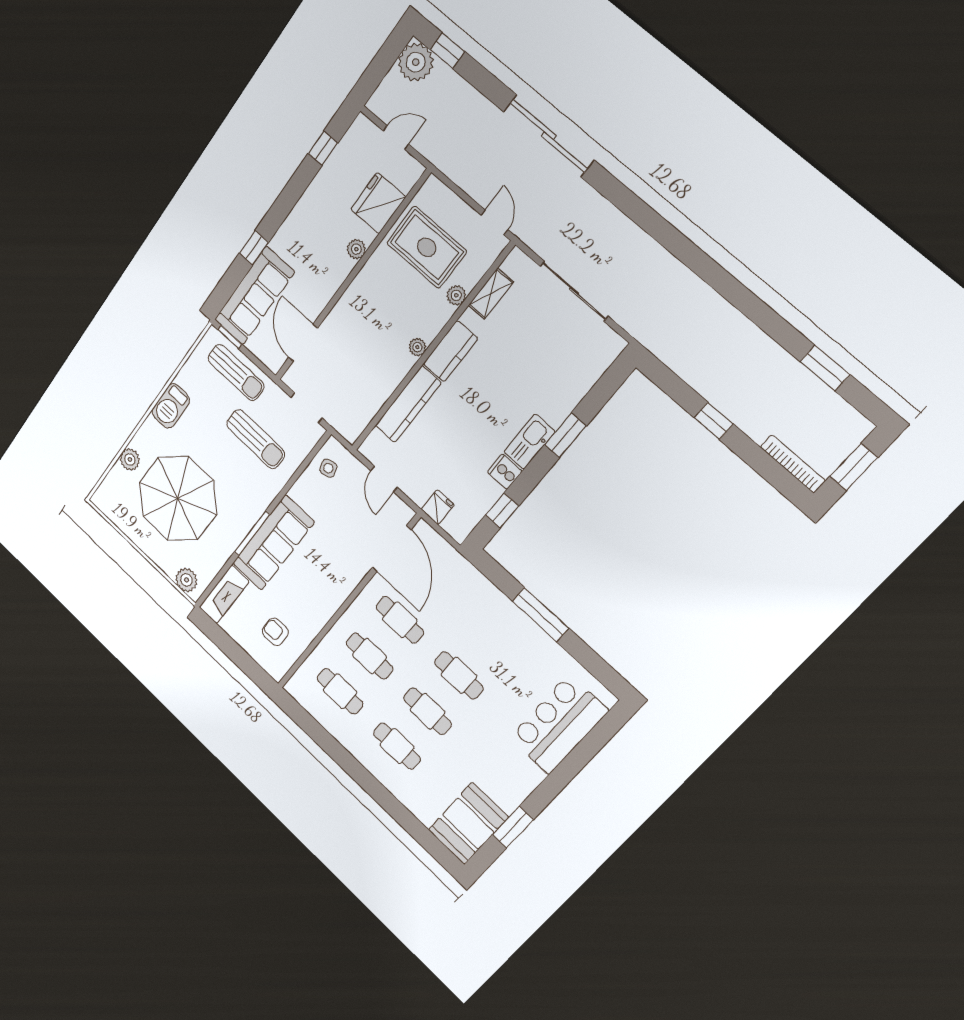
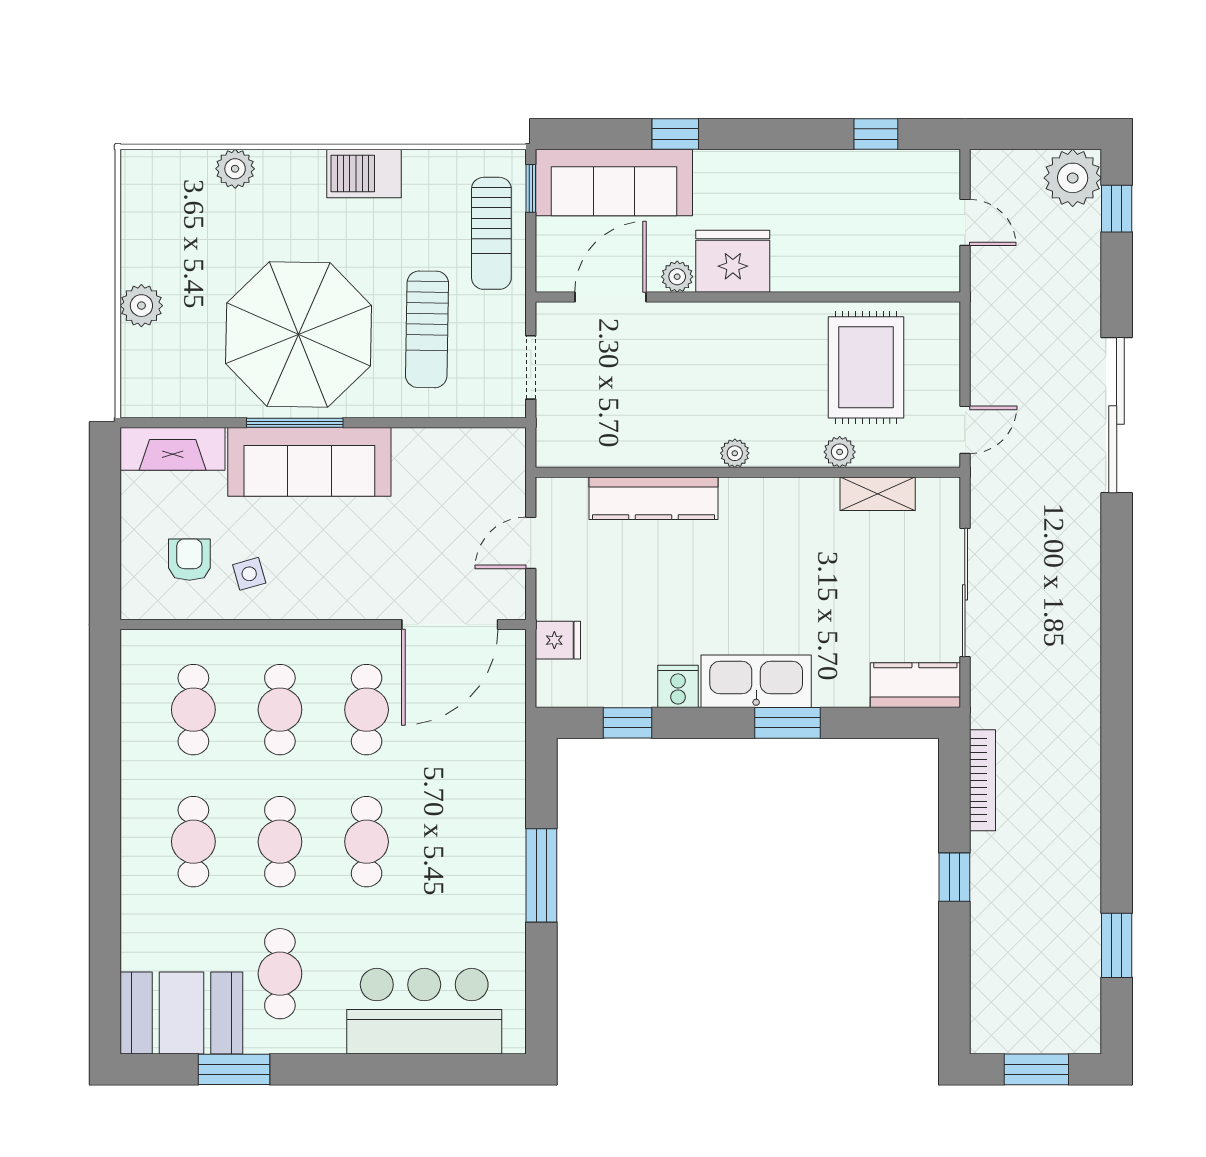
fridge: (378, 203) -> (733, 261), moved
plant: (356, 249) -> (677, 277), moved
kitchen counter: (450, 351) -> (915, 685), moved, turned 180
kitchen sink: (529, 442) -> (756, 681), width x1.36, depth x1.24
bookcase: (793, 464) -> (983, 780), moved
side table: (328, 468) -> (249, 574), moved
parasol: (178, 499) -> (299, 335), moved
plant: (186, 580) -> (141, 306), moved
cafe table: (487, 767) -> (280, 974), added

